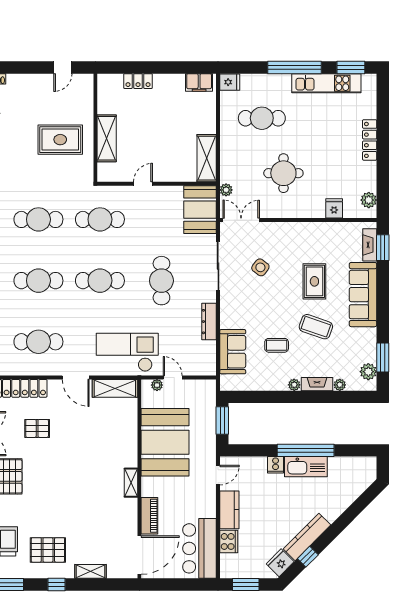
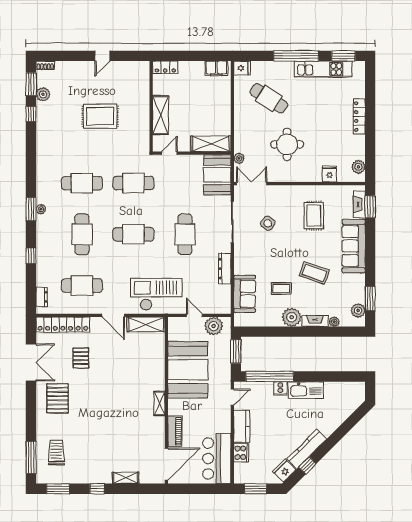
cafe table: (262, 118) -> (269, 98), turned 33
wall: (95, 128) -> (151, 106), moved
shelving: (107, 138) -> (161, 115), moved
shelving: (207, 158) -> (211, 144), moved, turned 90
cafe table: (38, 281) -> (82, 234), turned 90
rug: (314, 281) -> (314, 216), moved
plant: (157, 385) -> (214, 326), moved, width x1.87, depth x1.87
plant: (294, 385) -> (292, 317), width x1.88, depth x1.88
pallet: (37, 428) -> (81, 358), turned 90
window: (306, 450) -> (270, 377), moved
pallet: (48, 550) -> (90, 460), removed

